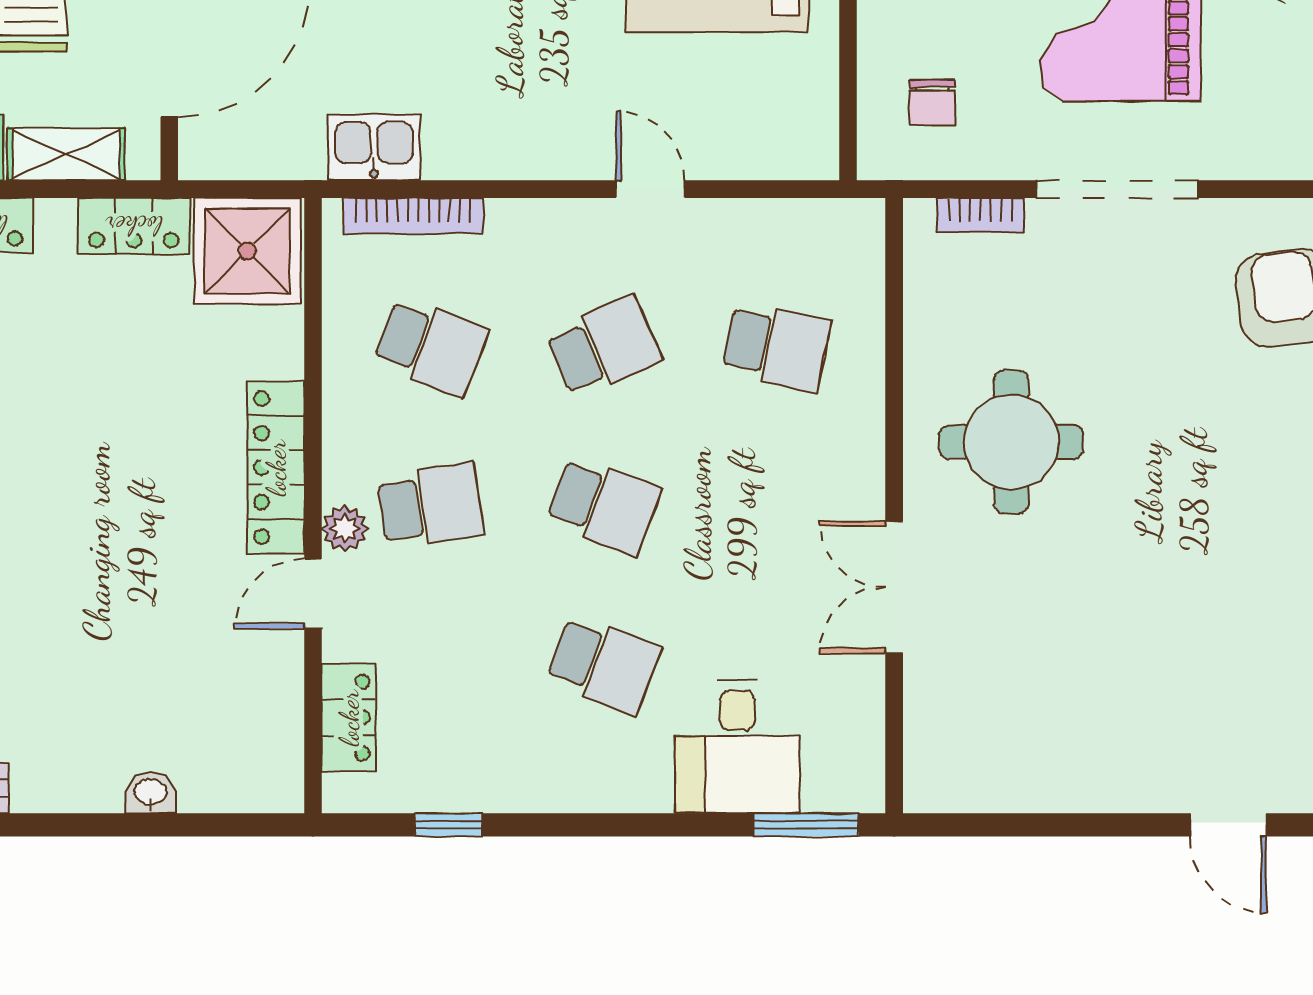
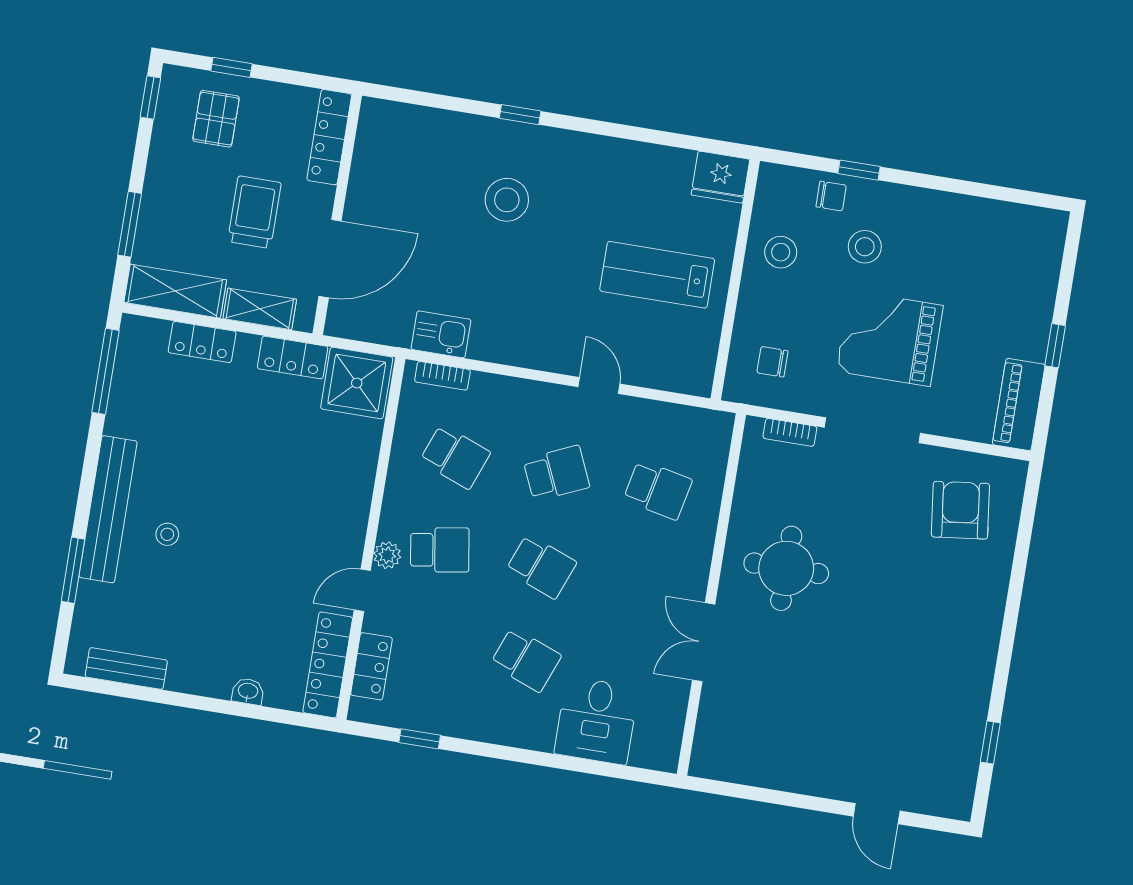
chair: (932, 103) -> (772, 362), turned 90
bookcase: (413, 216) -> (442, 376), width x0.64
locker: (276, 468) -> (328, 665), moved
window: (806, 825) -> (629, 773), removed

